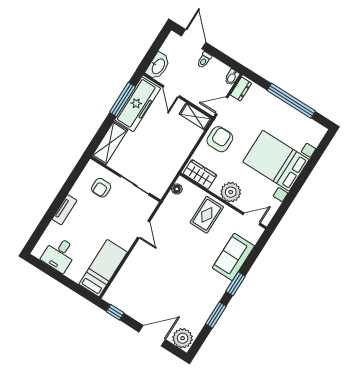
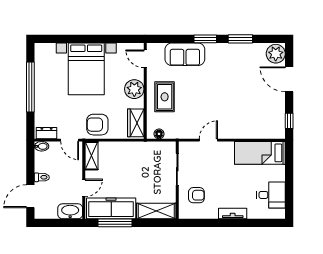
rug: (207, 215) -> (165, 97), turned 90

